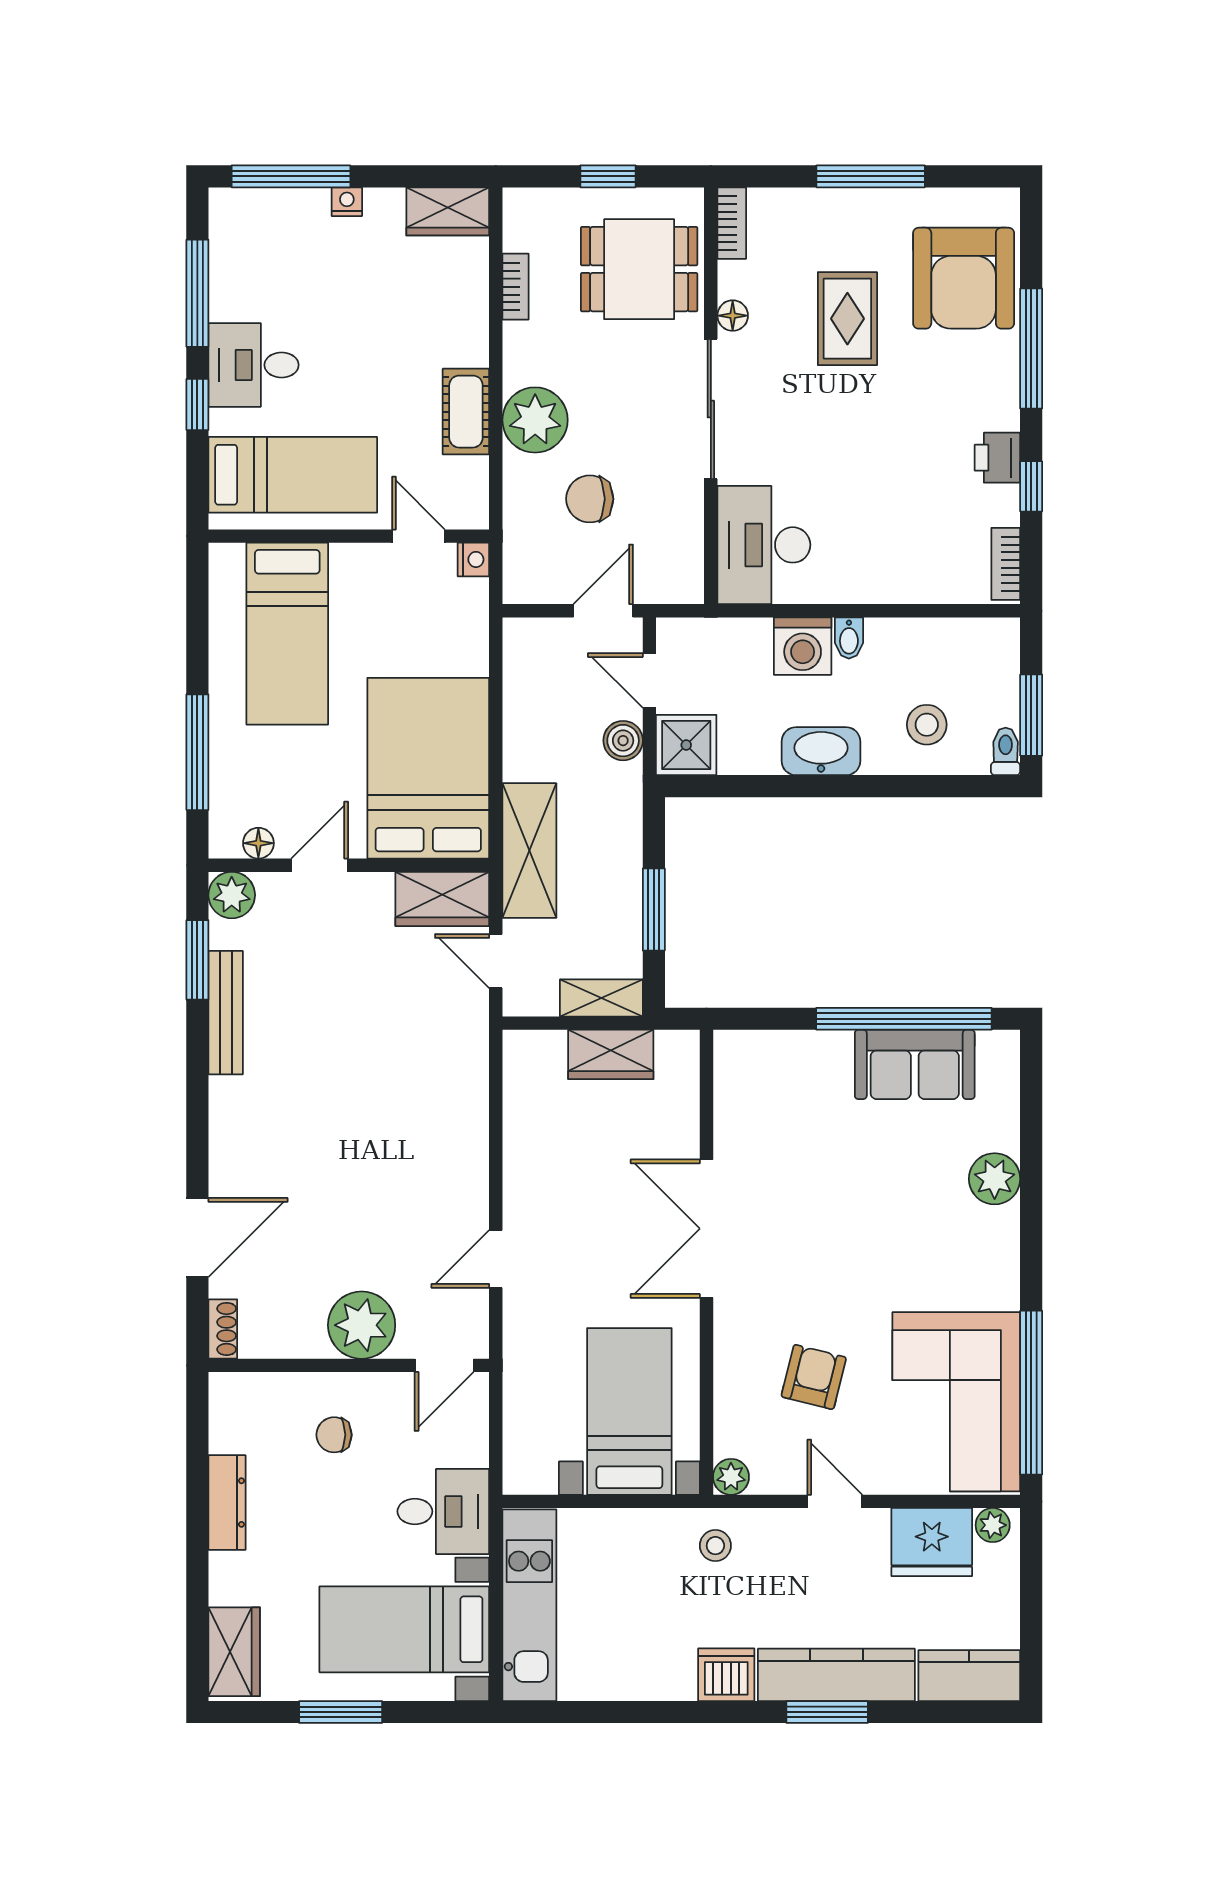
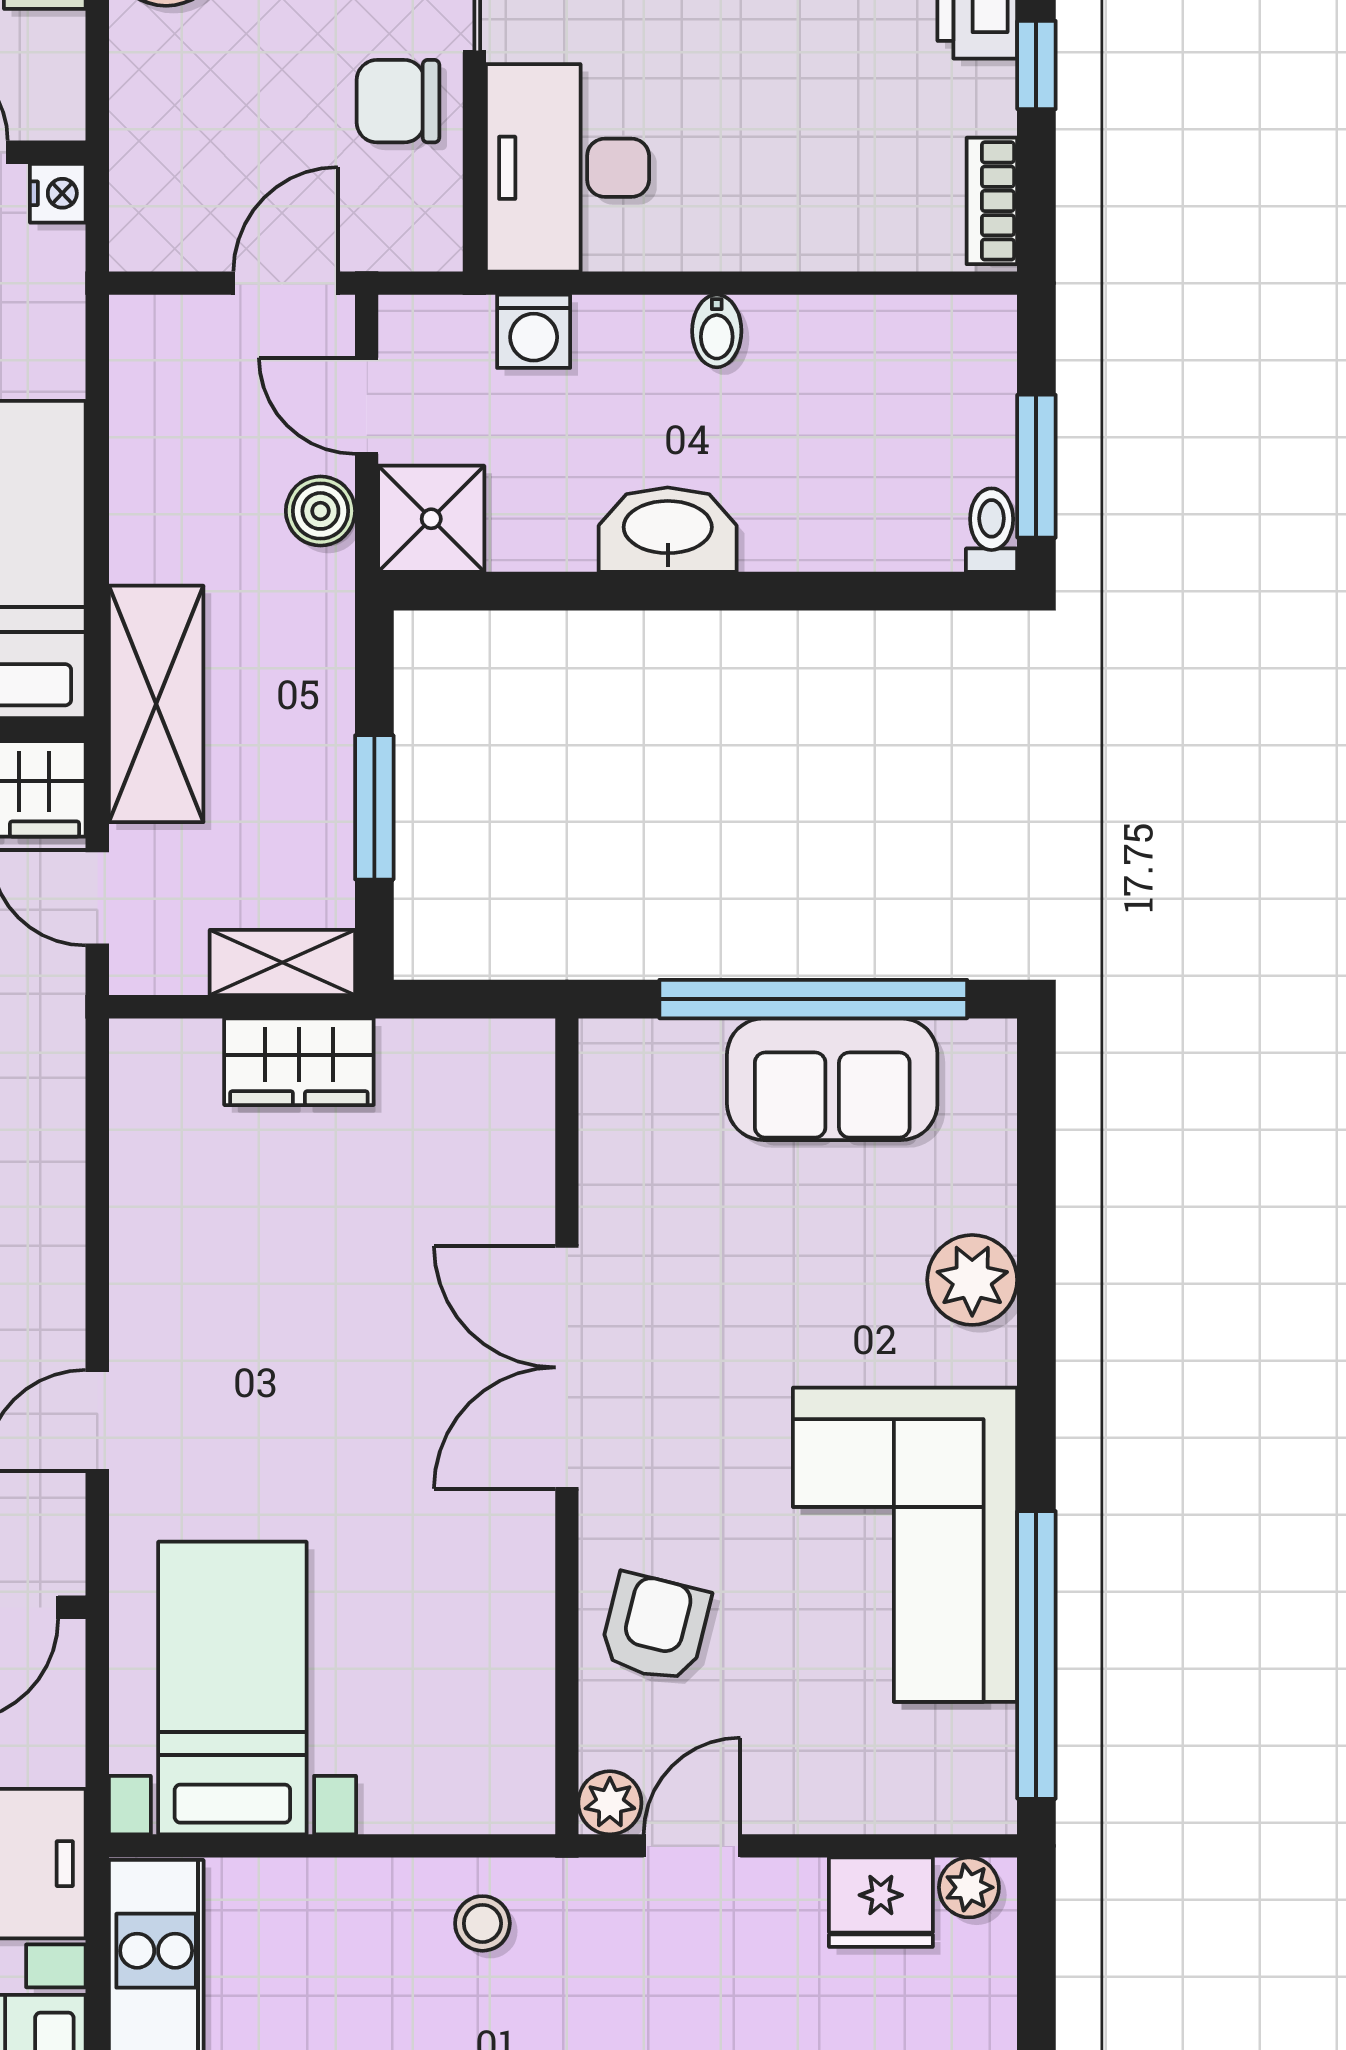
chair: (590, 499) -> (398, 101), moved
washing machine: (803, 646) -> (534, 331), moved, width x0.73, depth x0.73
stool: (927, 725) -> (853, 483), removed
double door: (706, 1229) -> (567, 1367), moved
wall: (706, 1262) -> (567, 1426), moved
corner sofa: (956, 1402) -> (905, 1545), moved
bed with nightstands: (629, 1411) -> (232, 1688), moved
plant: (731, 1477) -> (610, 1803), moved
door: (835, 1501) -> (692, 1846), hinge flipped
fridge: (932, 1542) -> (881, 1902), width x0.73, depth x0.75

